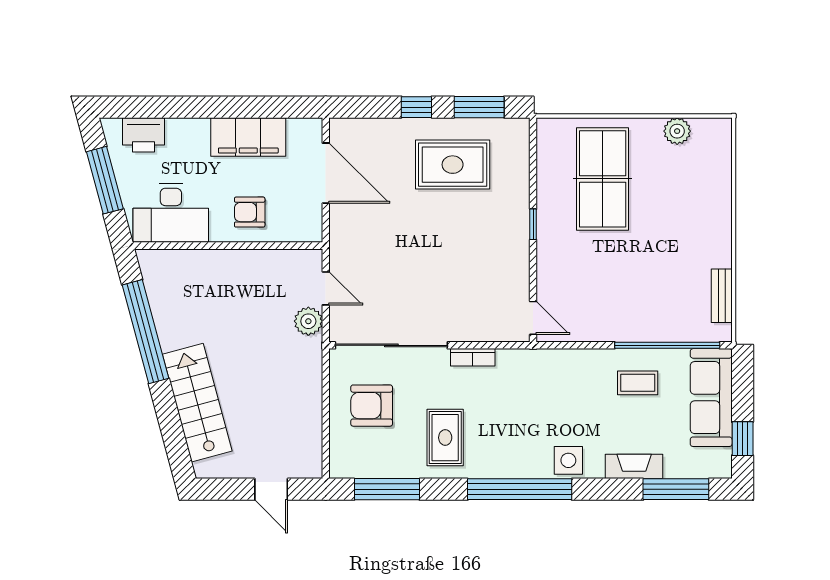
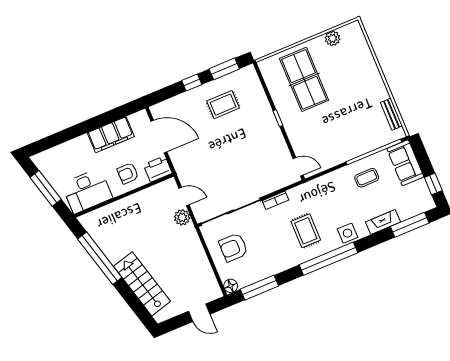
printer: (144, 135) -> (158, 169), moved, turned 180
rug: (453, 165) -> (223, 105), width x0.73, depth x0.70
sofa: (711, 398) -> (405, 163), width x0.73
rug: (445, 438) -> (306, 231), moved
floor lamp: (341, 467) -> (231, 286), added

